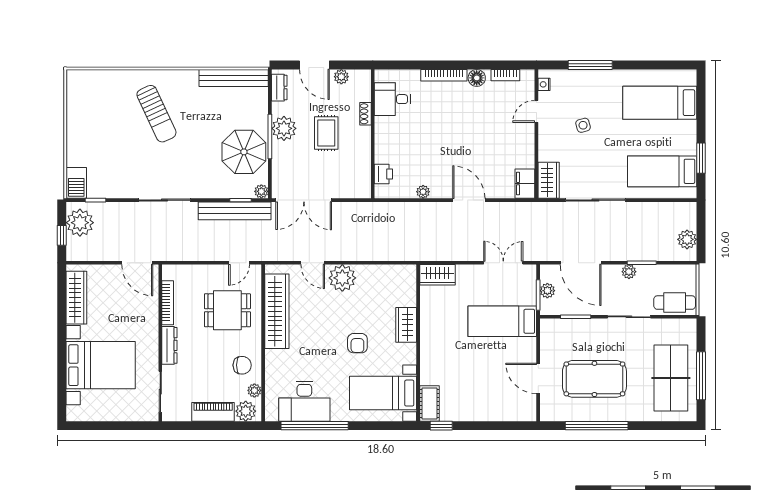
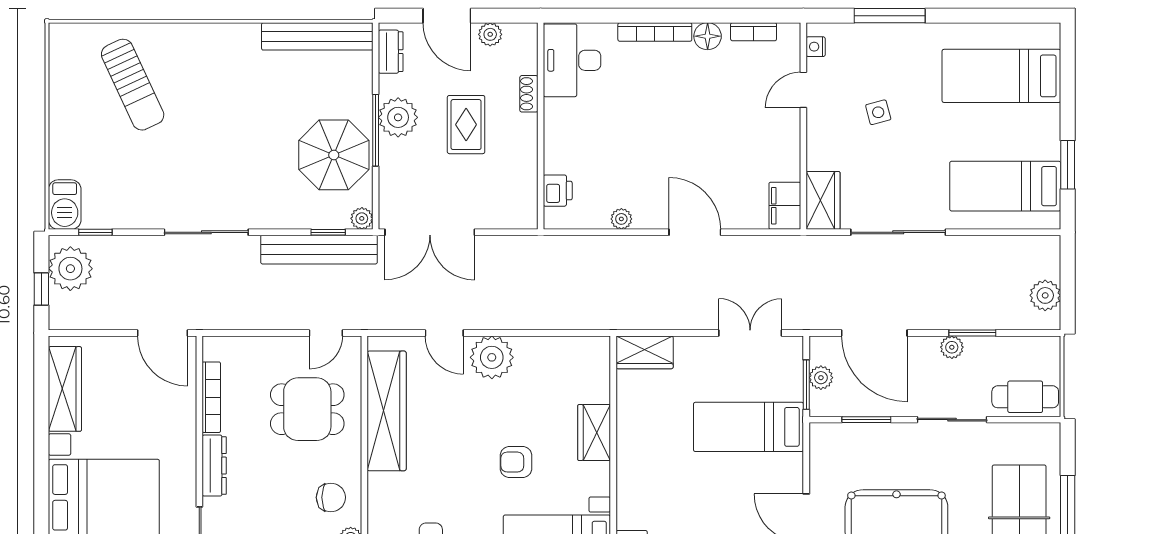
desk: (392, 99) -> (572, 60), width x1.37
sun lounger: (156, 114) -> (133, 85), moved
armchair: (357, 343) -> (516, 462), turned 90

